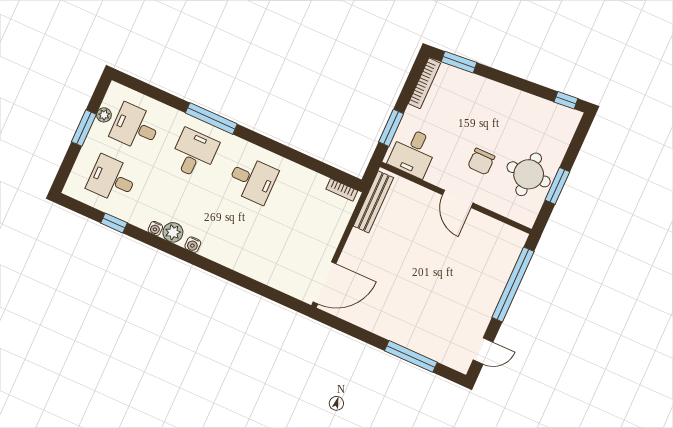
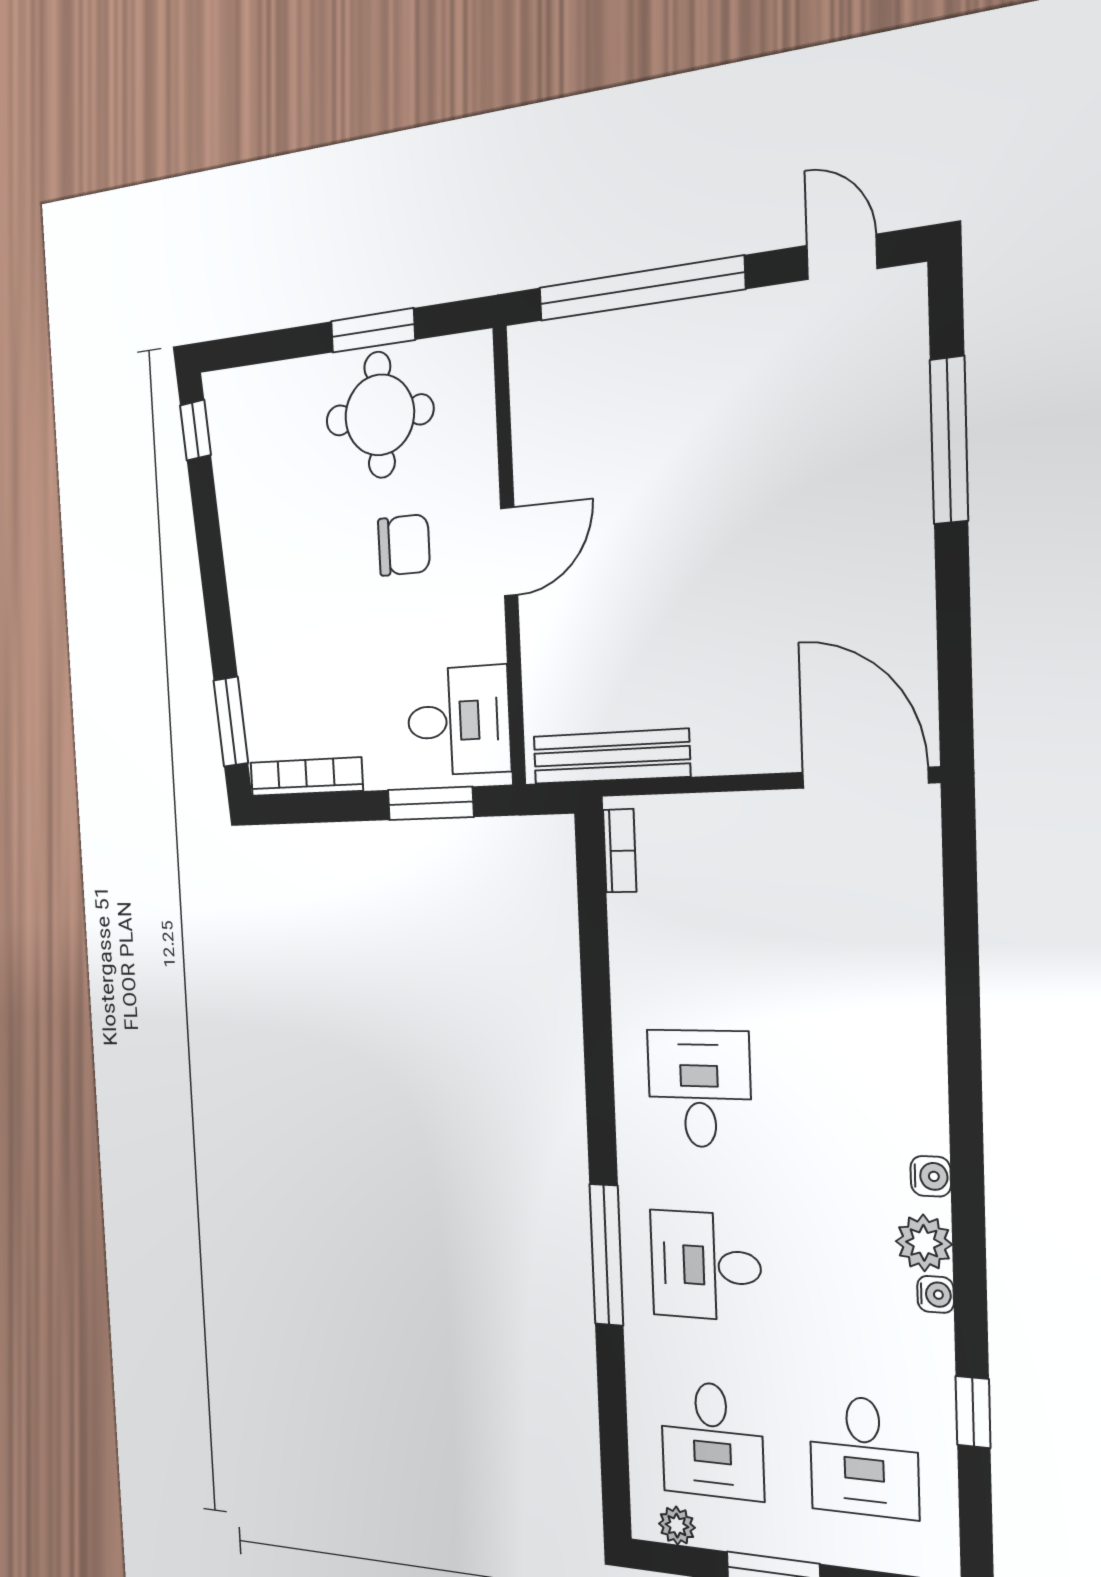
plant: (104, 115) -> (677, 1526), moved

